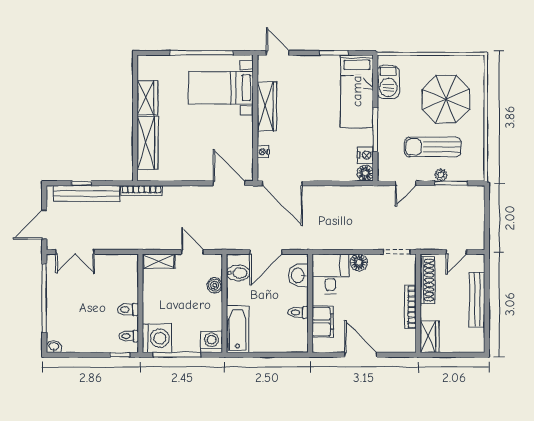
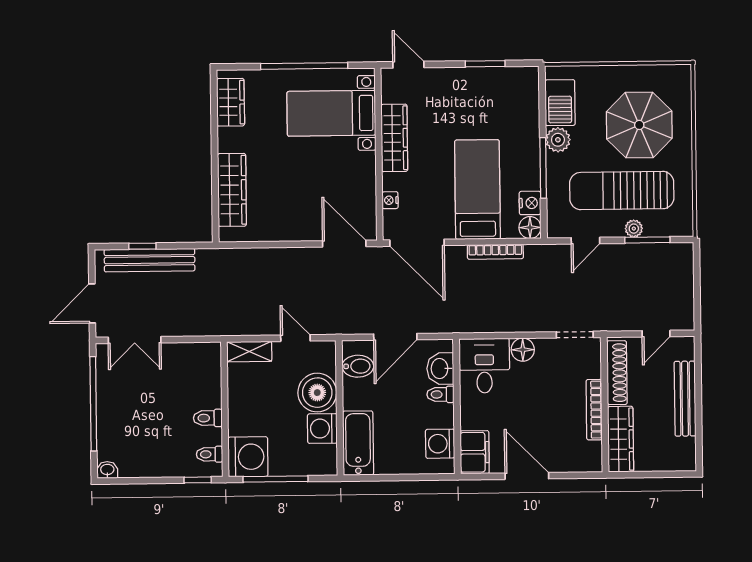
bed: (357, 91) -> (477, 190), moved, turned 180
wardrobe: (147, 98) -> (231, 102), moved
plant: (386, 109) -> (558, 140), added
sun lounger: (433, 147) -> (622, 191), width x1.36, depth x1.34
bookcase: (142, 191) -> (495, 252), moved
boiler: (215, 285) -> (317, 393), width x1.86, depth x1.86
toilet: (298, 312) -> (440, 394), moved
filing cabinet: (323, 321) -> (475, 452), moved
washing machine: (297, 330) -> (440, 444), added
wardrobe: (430, 337) -> (621, 439), width x1.50
washing machine: (212, 342) -> (322, 429), moved, turned -90

